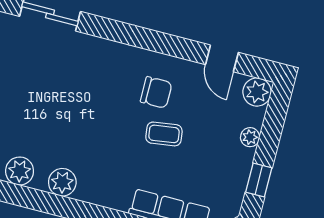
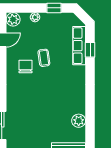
plant: (62, 182) -> (79, 99), removed

